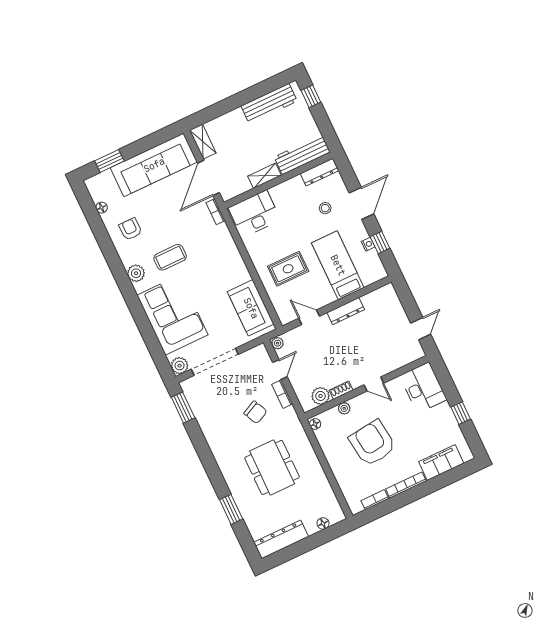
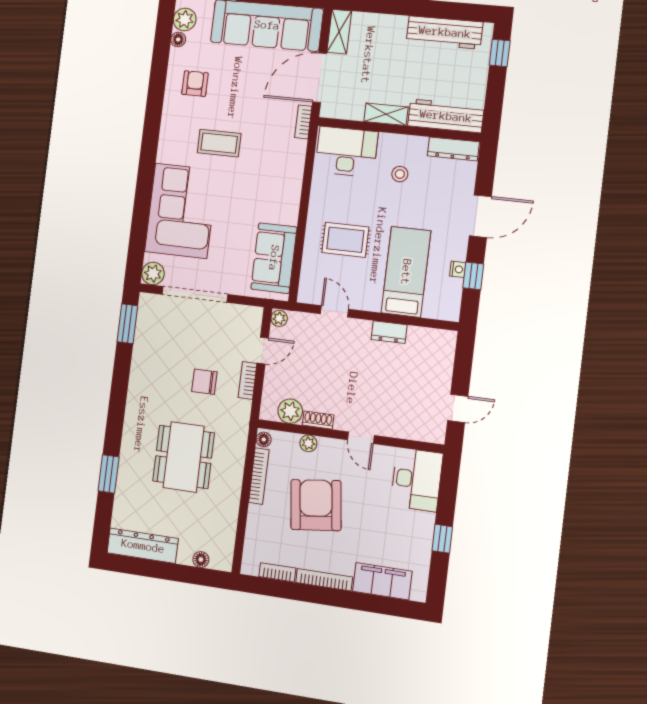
stool: (325, 208) -> (400, 174), moved
plant: (136, 273) -> (185, 19), moved
dresser: (346, 311) -> (389, 332), width x0.70
chair: (255, 412) -> (204, 382), turned 116
bookcase: (326, 448) -> (259, 476), added

